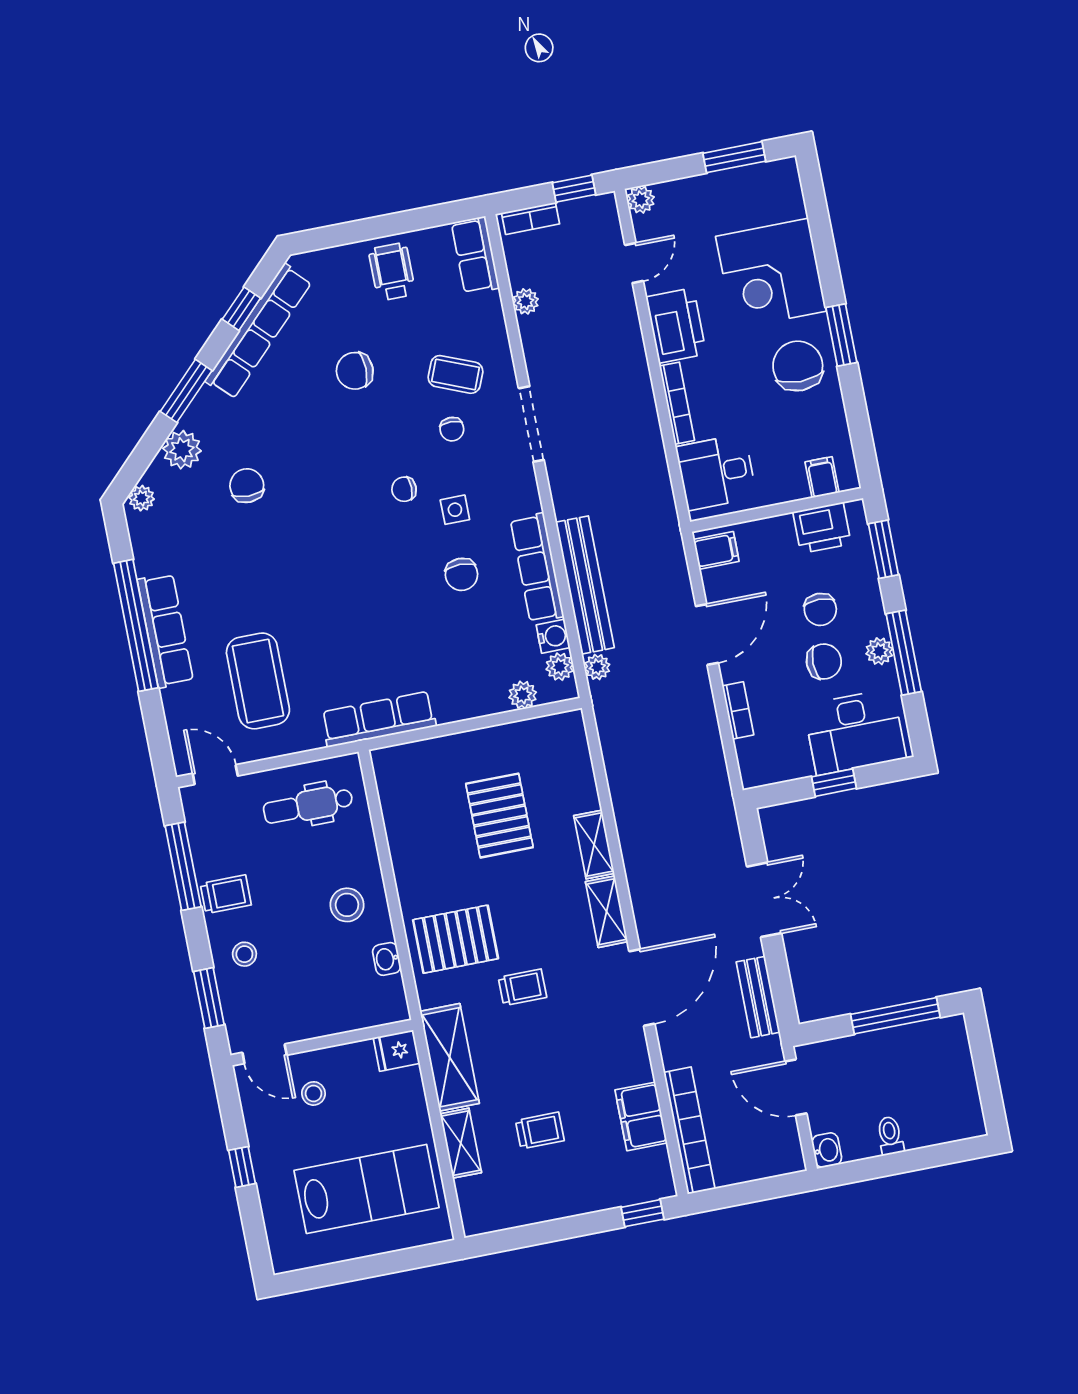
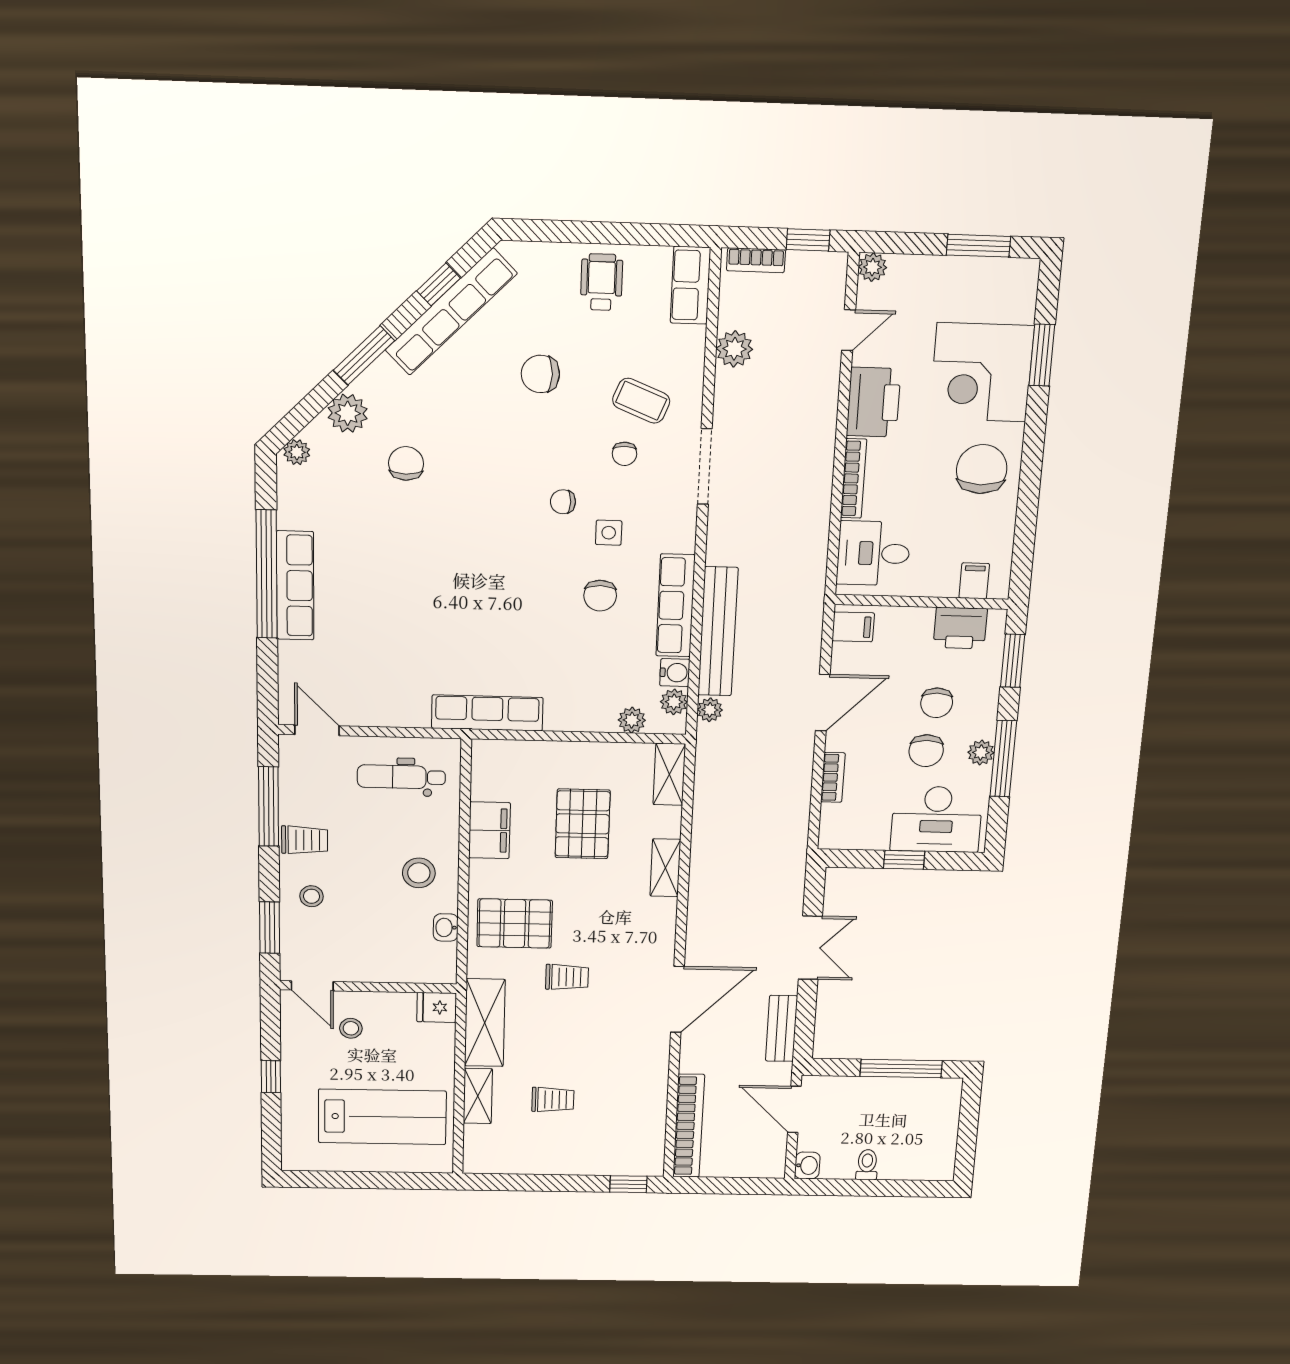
plant: (526, 301) -> (734, 349), width x1.38, depth x1.38
window: (841, 335) -> (1042, 355), moved
chair: (824, 662) -> (926, 751), turned 90
coffee table: (258, 681) -> (377, 653), removed
shelving: (607, 912) -> (669, 774), moved
filing cabinet: (641, 1116) -> (489, 830), moved, turned 180

